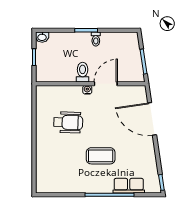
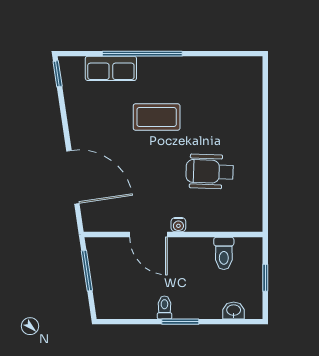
washbasin: (42, 37) -> (234, 311), moved
toilet: (83, 72) -> (224, 253), moved
door: (106, 84) -> (148, 234), hinge flipped

